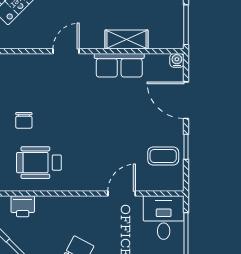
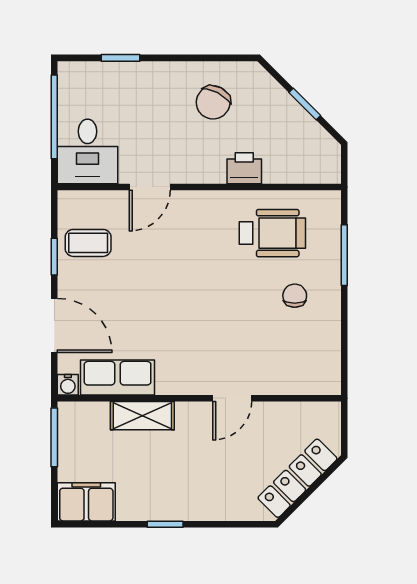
row of seats: (119, 65) -> (118, 377), moved
printer: (23, 206) -> (244, 168), moved

